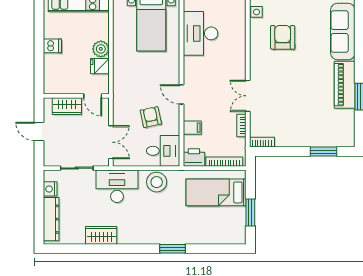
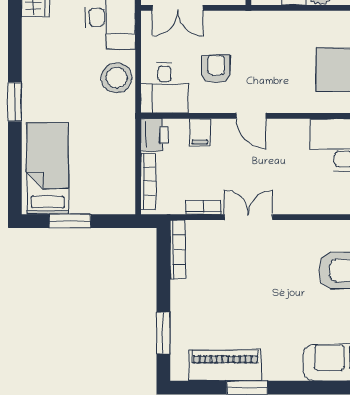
piano: (345, 85) -> (225, 365), moved
door: (182, 94) -> (251, 116), swing flipped
armchair: (151, 117) -> (216, 69), turned -78
bookcase: (262, 142) -> (178, 249), width x1.56
bed: (216, 192) -> (48, 169), moved

